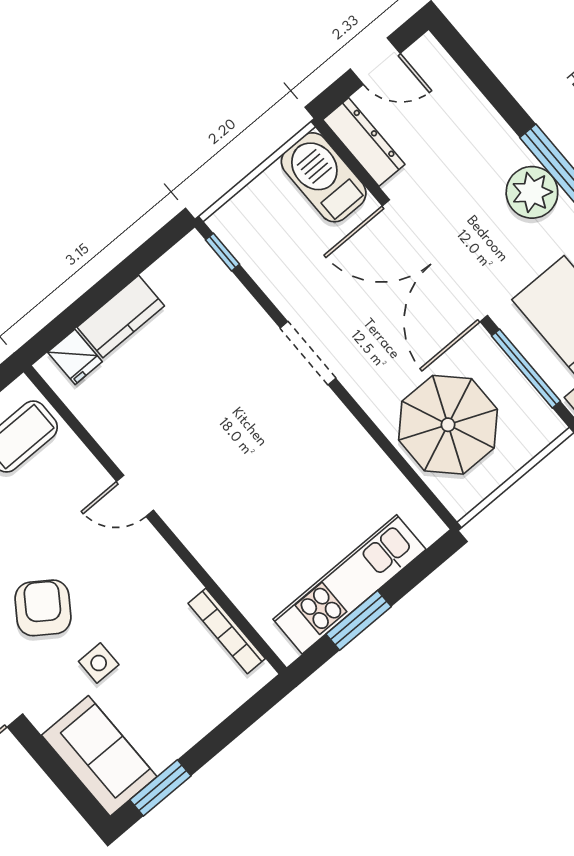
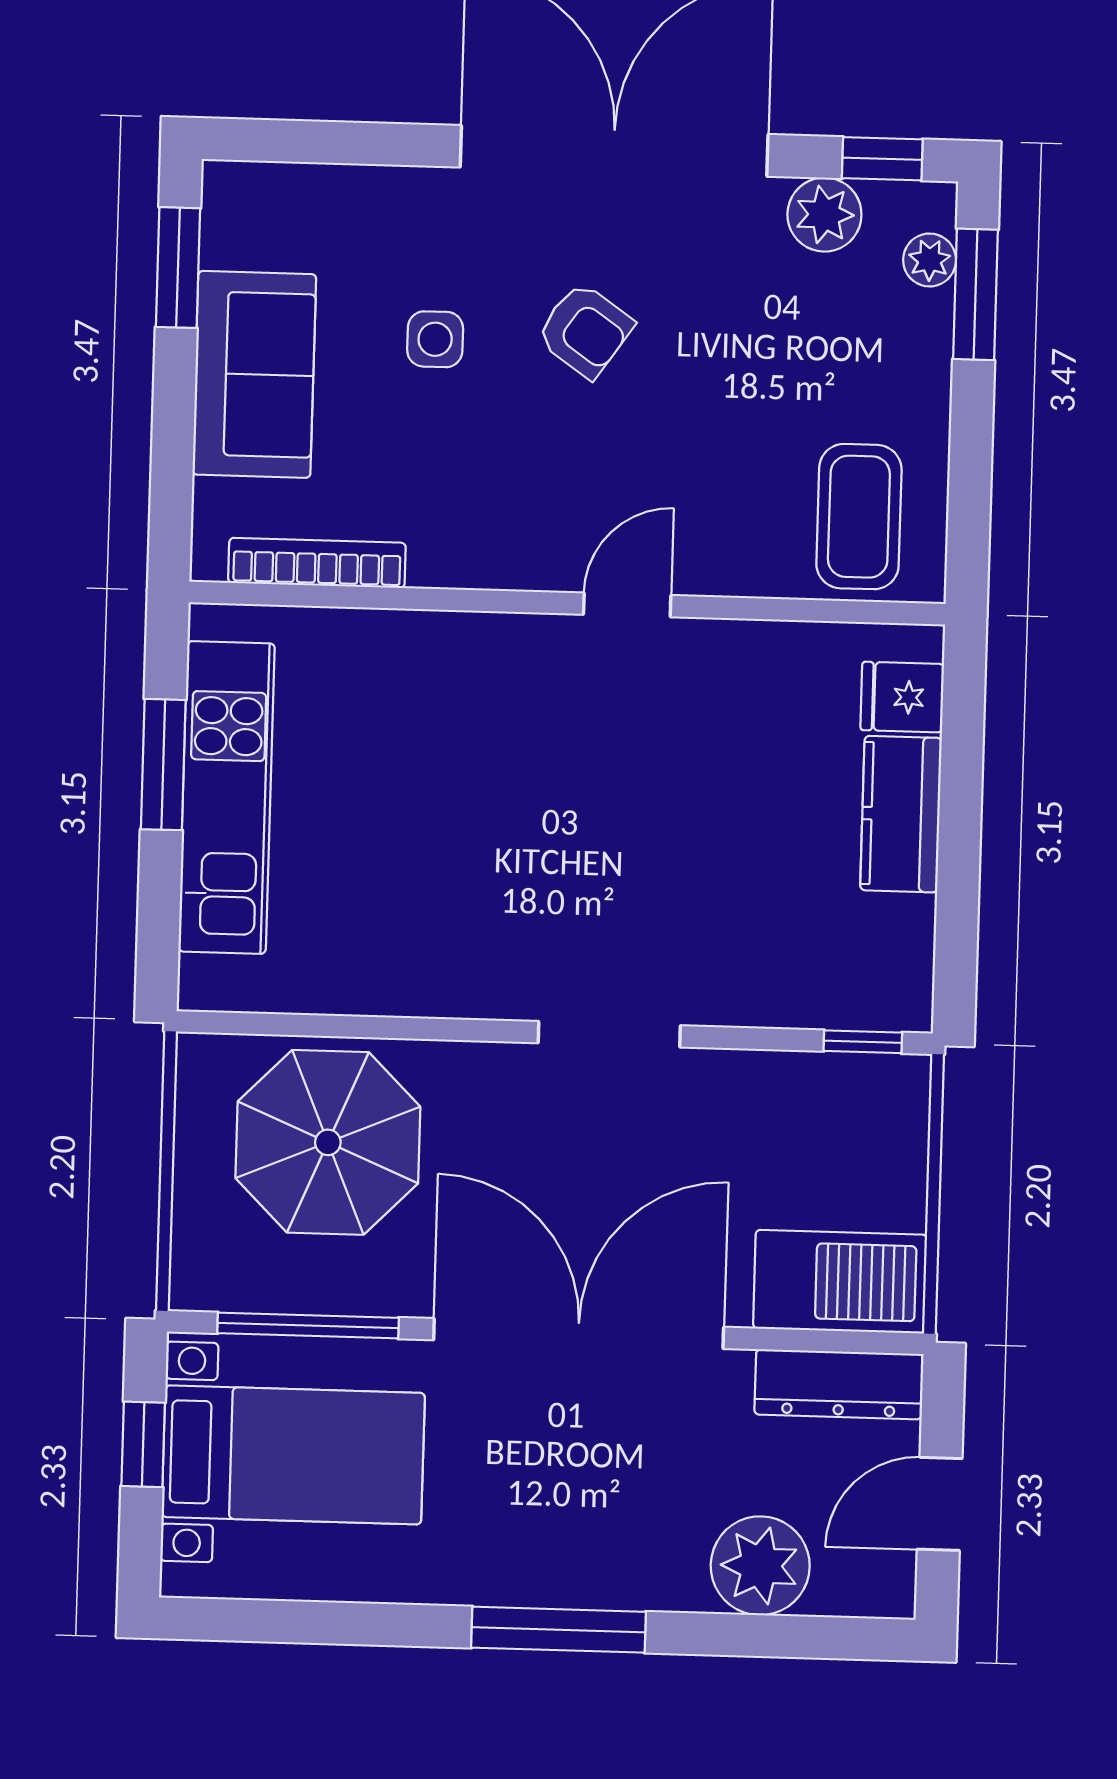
plant: (532, 192) -> (760, 1566), moved
armchair: (43, 608) -> (585, 330), width x0.72, depth x0.72
sofa: (99, 756) -> (254, 374), moved, turned -90

